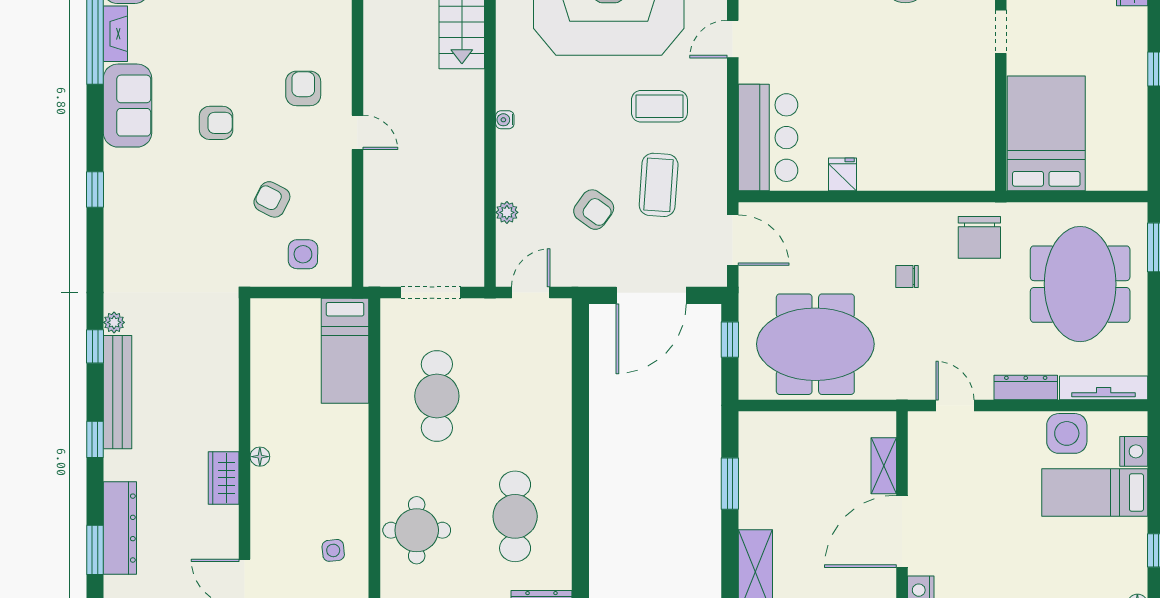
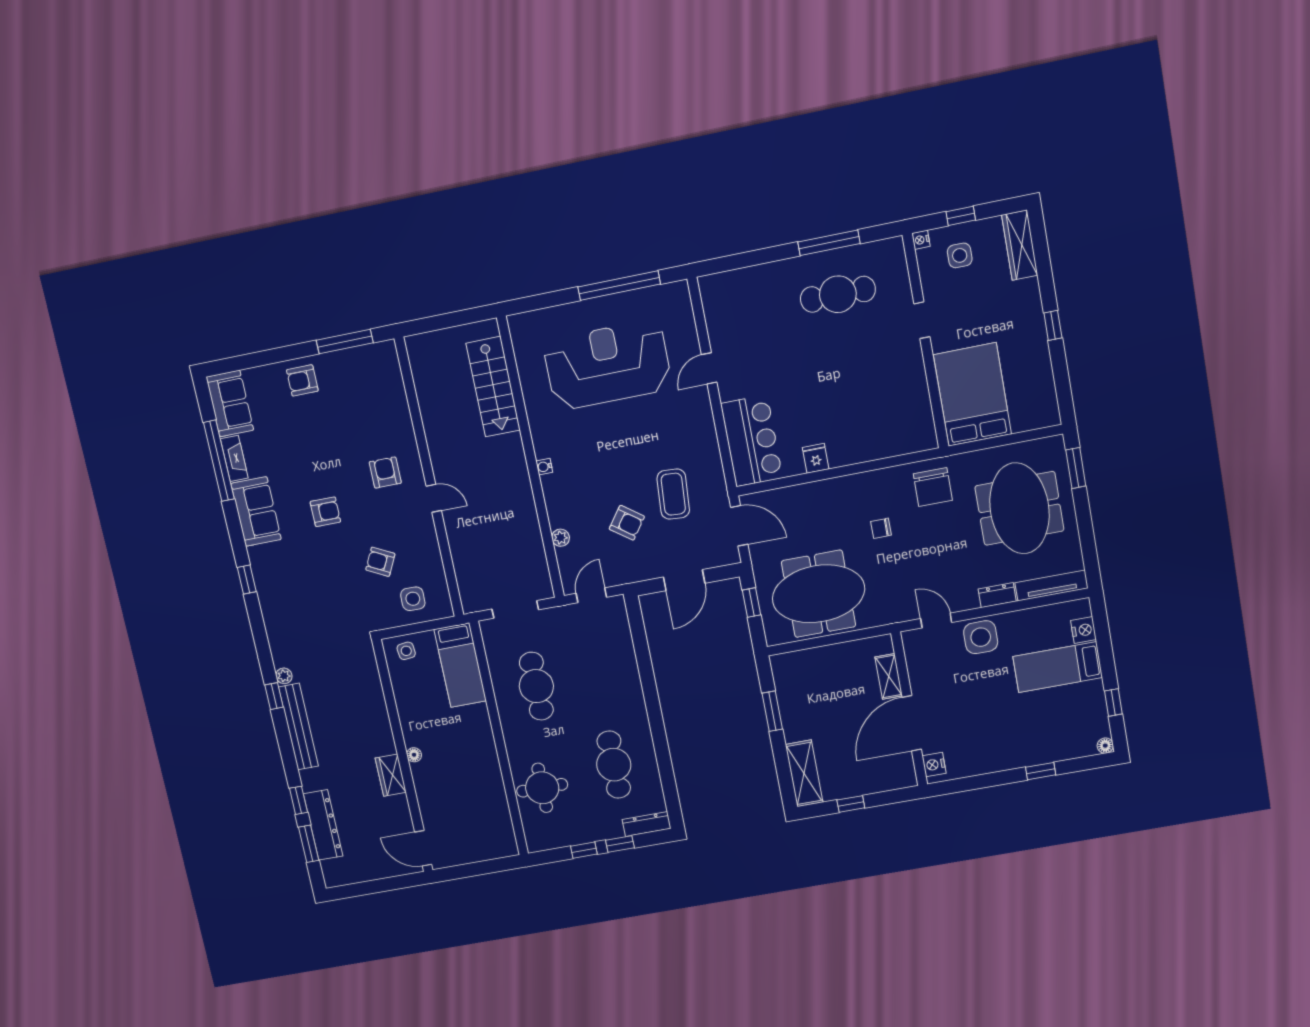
coffee table: (659, 106) -> (662, 433), removed
door: (651, 295) -> (684, 580), width x0.73
dresser: (1026, 387) -> (997, 595), width x0.70
side table: (1067, 433) -> (981, 637), moved
window: (95, 439) -> (299, 800), moved
side table: (333, 550) -> (406, 651), moved

